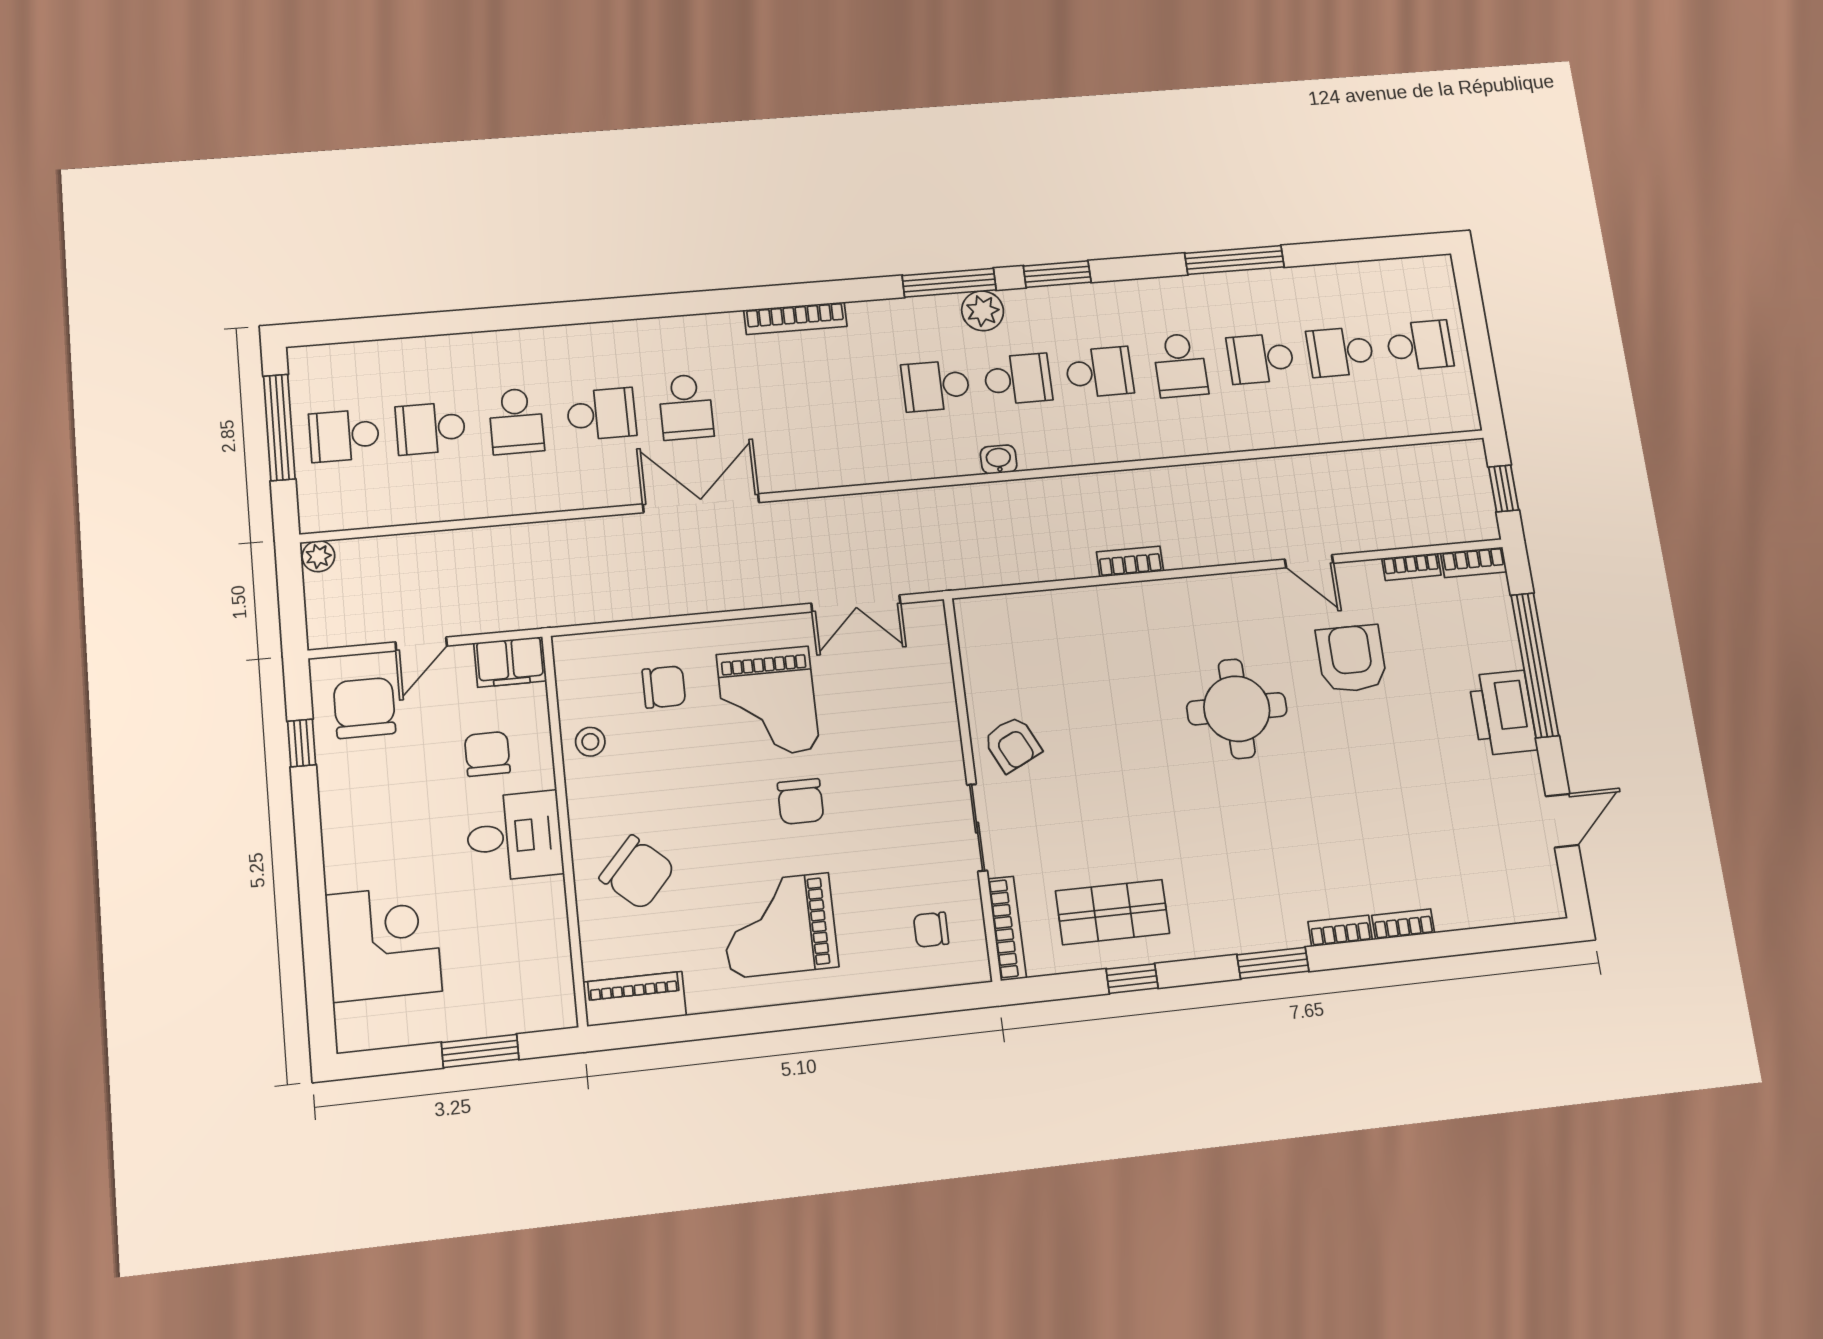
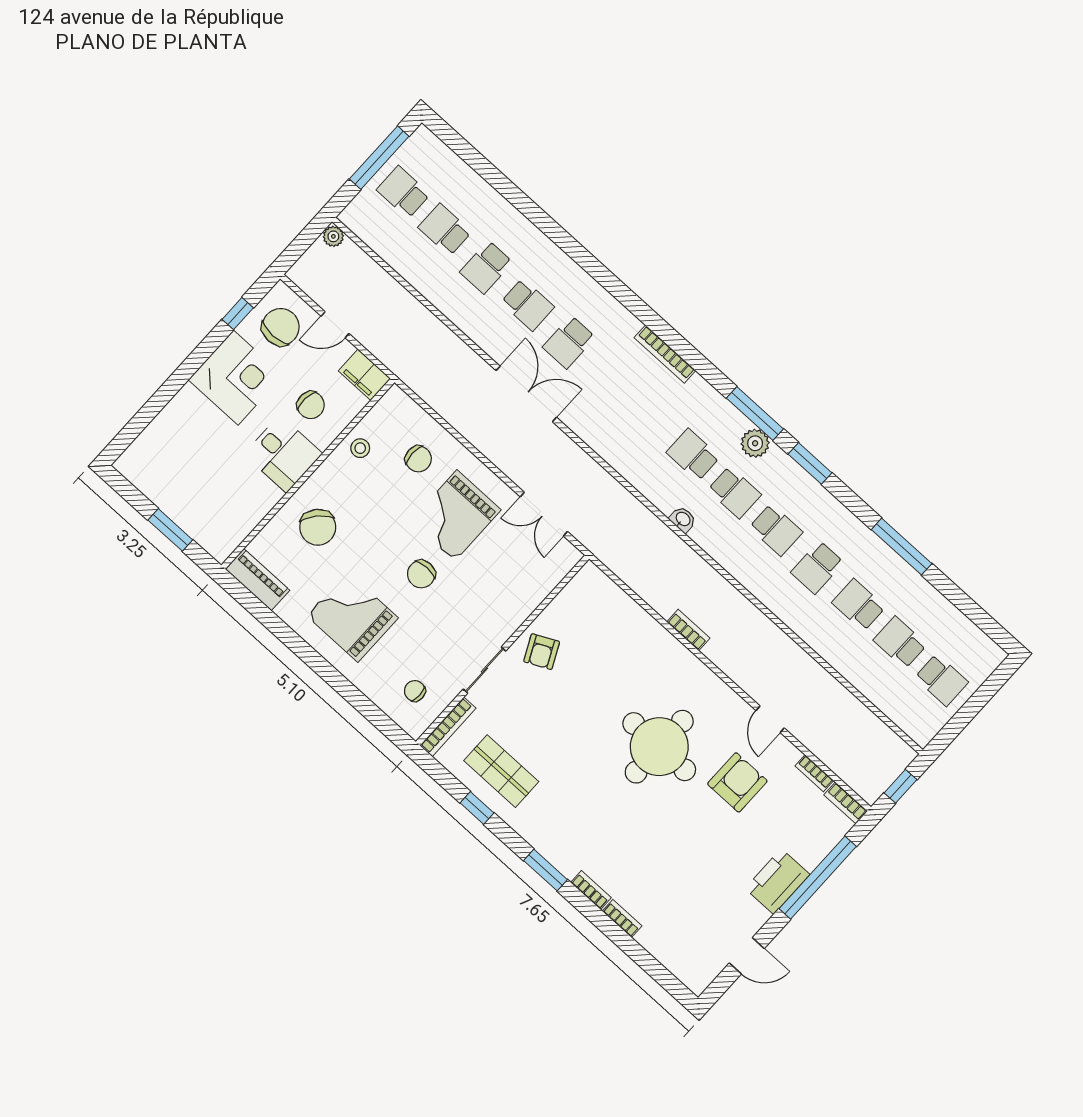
round table: (1237, 709) -> (659, 747), width x1.36, depth x1.36
chair: (487, 754) -> (311, 405), turned 95
corner desk: (384, 943) -> (236, 378), moved

